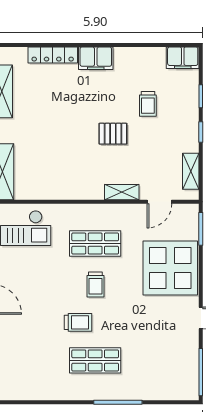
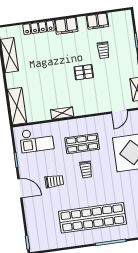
filing cabinet: (183, 58) -> (98, 21), moved
shelving: (122, 192) -> (62, 113), moved
trolley: (78, 322) -> (54, 181), moved
shop shelf: (95, 360) -> (92, 218), width x2.00, depth x1.36

